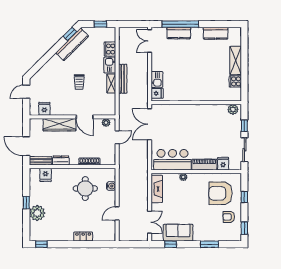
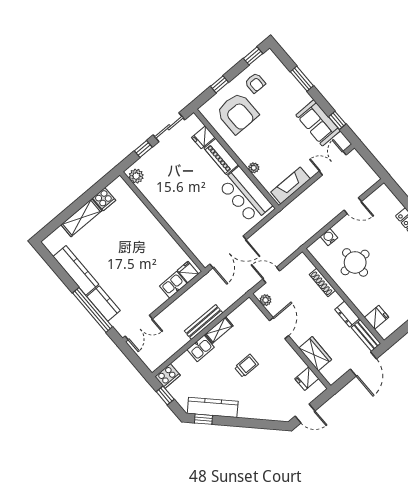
kitchen counter: (216, 33) -> (76, 270), width x1.50
cooker: (110, 49) -> (168, 376), moved
wardrobe: (59, 125) -> (315, 354), width x0.67

